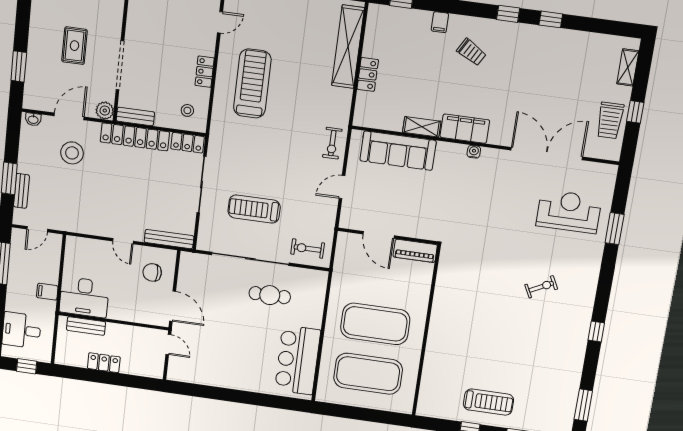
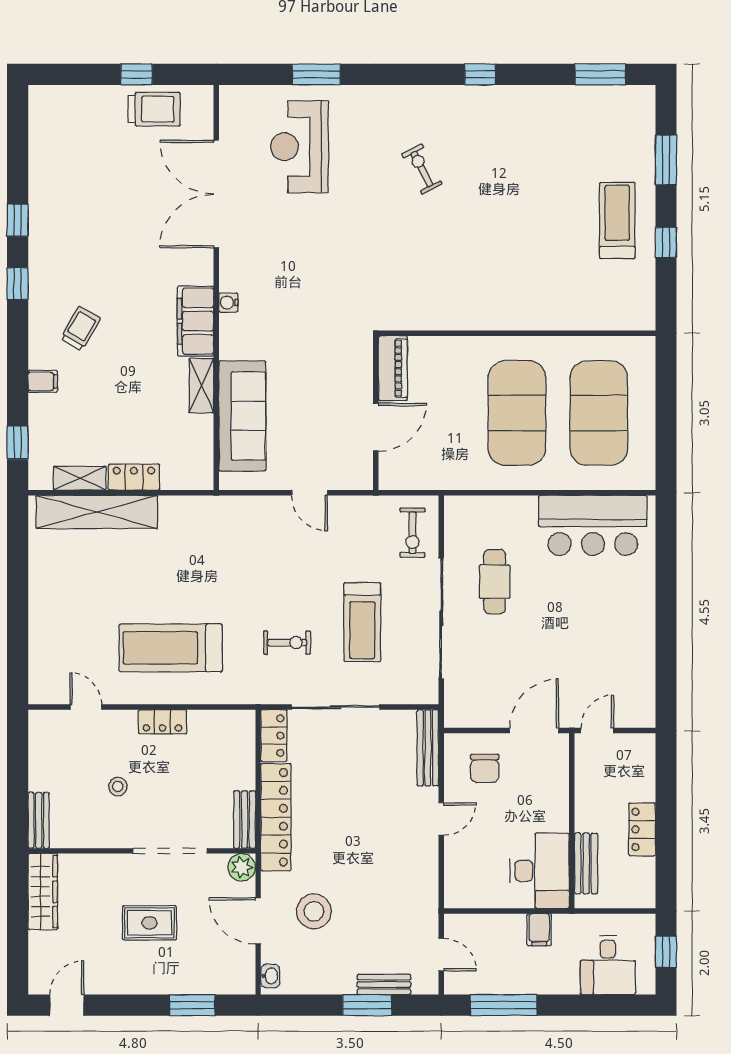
shelving: (628, 67) -> (80, 478), moved
stool: (187, 110) -> (118, 787), moved
exercise bike: (332, 143) -> (287, 643), moved

